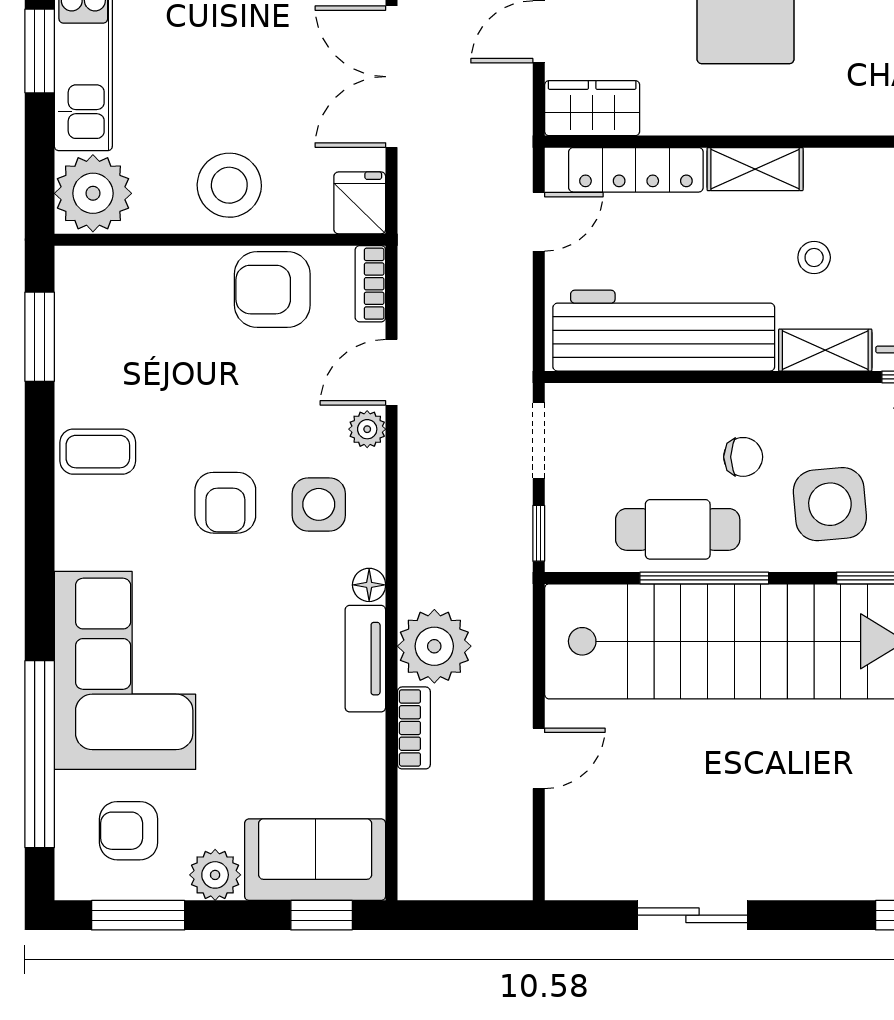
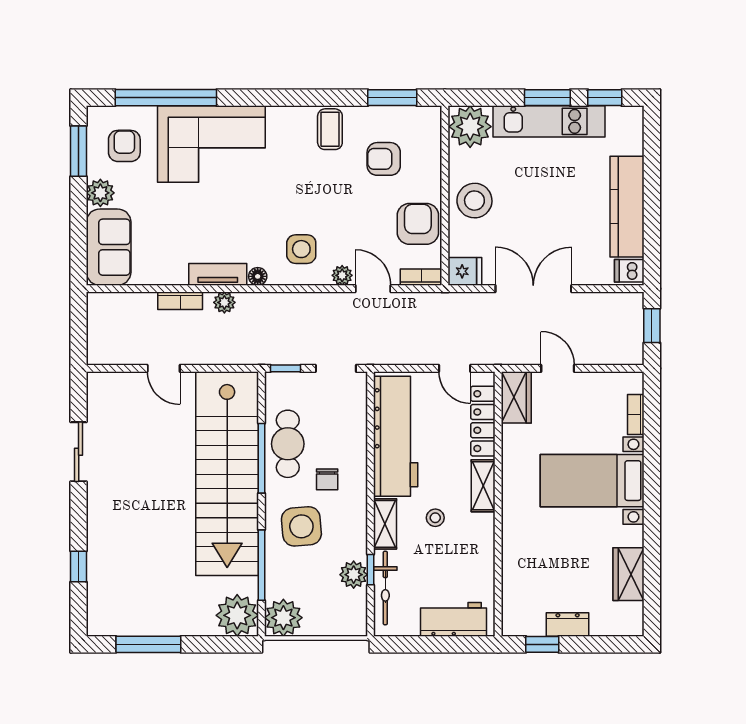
armchair: (225, 503) -> (384, 159), moved
plant: (434, 646) -> (224, 302), width x0.53, depth x0.53
window: (322, 915) -> (79, 251), removed

